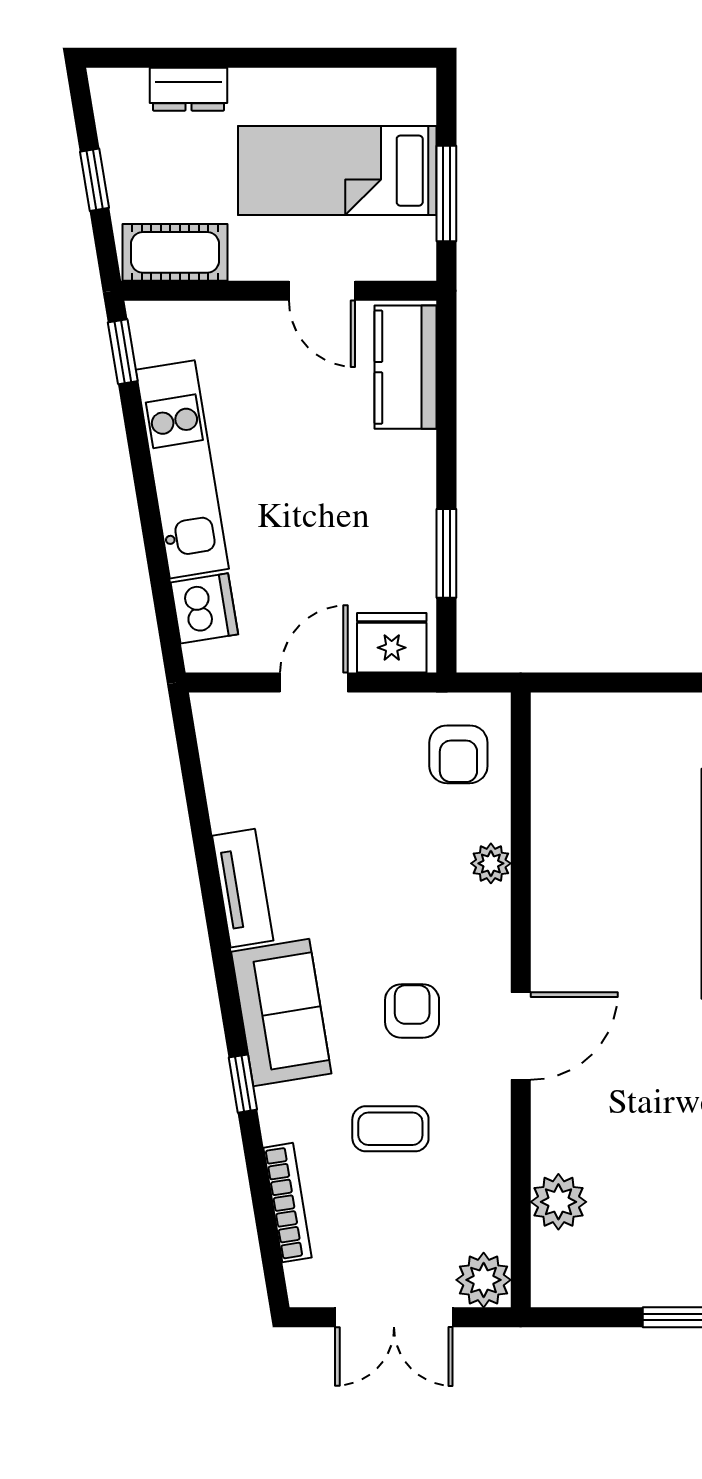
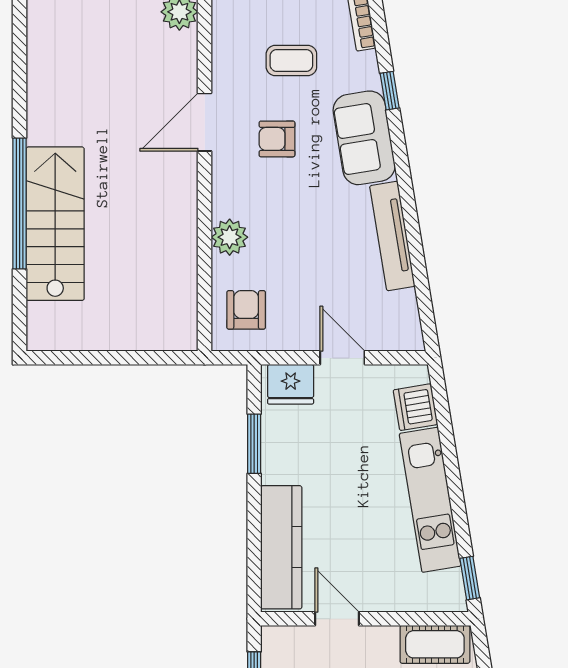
kitchen counter: (406, 367) -> (281, 547), width x1.50
door: (314, 682) -> (342, 358), swing flipped
plant: (491, 863) -> (230, 237), width x1.38, depth x1.38
tv unit: (243, 888) -> (392, 236), width x1.41
armchair: (412, 1011) -> (277, 139), turned 90

